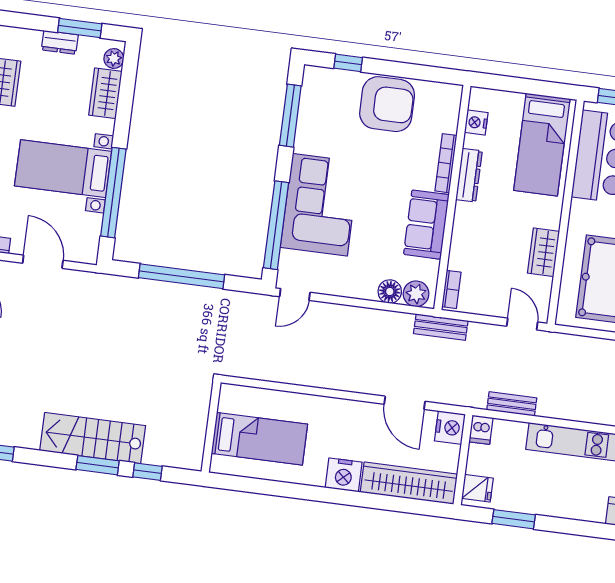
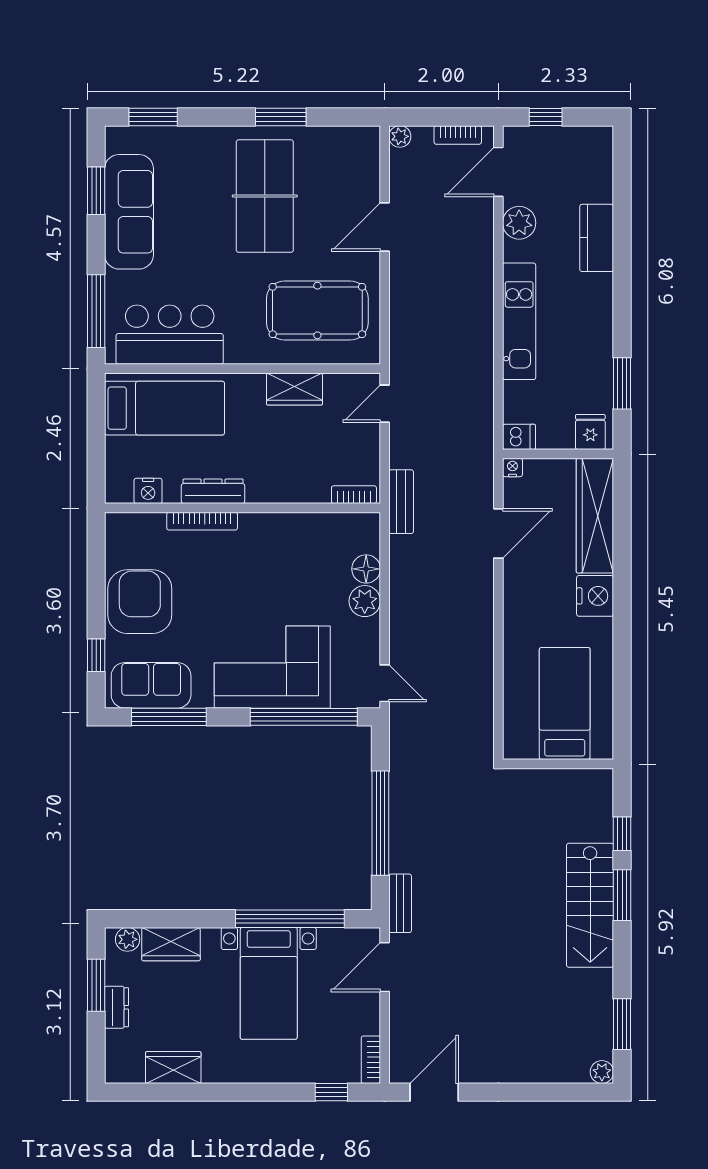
sofa: (426, 225) -> (151, 685), moved, turned 180
door: (43, 262) -> (385, 967), moved
plant: (416, 294) -> (365, 601), moved
bench: (512, 404) -> (400, 903), moved
nightstand: (450, 428) -> (512, 467), width x0.53, depth x0.56

